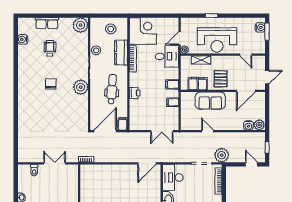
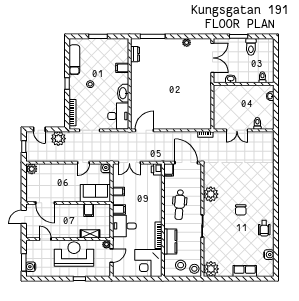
wheelchair: (50, 48) -> (264, 228), moved
stool: (96, 50) -> (194, 269), moved
desk: (167, 56) -> (124, 226), moved
pallet: (221, 79) -> (70, 215), removed
filing cabinet: (198, 84) -> (89, 210), width x0.50
plant: (81, 87) -> (211, 194), moved
door: (246, 91) -> (45, 203), swing flipped
printer: (135, 93) -> (157, 169), moved
sofa: (210, 101) -> (95, 193), moved
water cooler: (248, 125) -> (106, 168), moved
door: (105, 131) -> (186, 163), swing flipped
double door: (162, 131) -> (129, 163), swing flipped
door: (208, 131) -> (83, 163), hinge flipped
plant: (222, 155) -> (58, 139), moved

